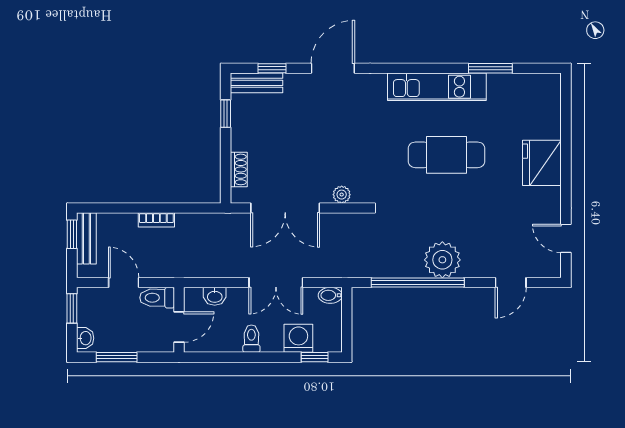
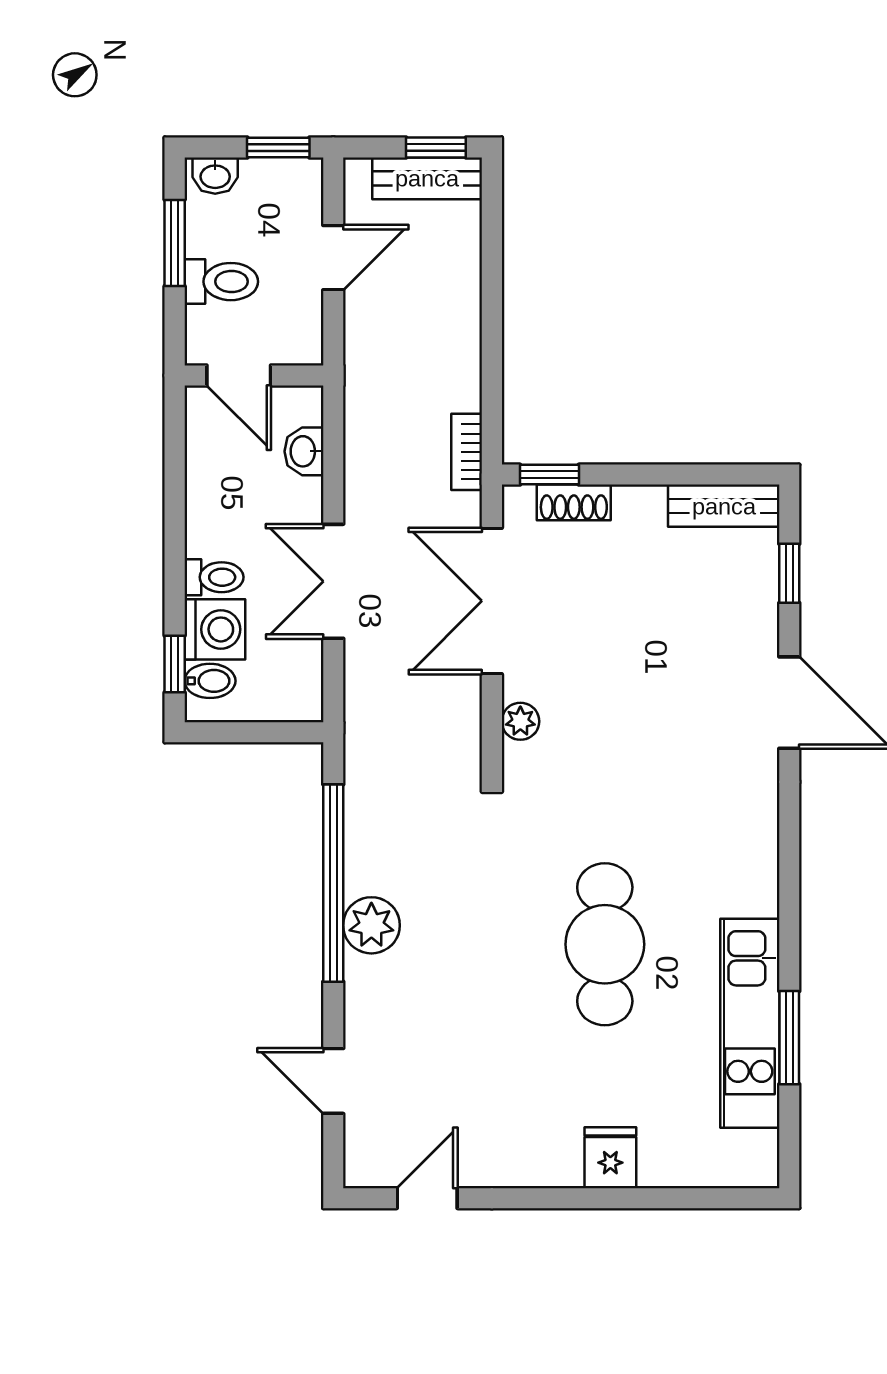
bench: (256, 83) -> (724, 506), moved, turned 90
kitchen unit: (437, 87) -> (750, 1023), moved
window: (226, 114) -> (549, 475), moved
fridge: (542, 163) -> (610, 1158), width x0.53, depth x0.75
bookcase: (156, 220) -> (467, 452), moved
plant: (442, 260) -> (371, 925), width x0.73, depth x0.73
bidet: (330, 295) -> (210, 681), moved, turned 90
toilet: (157, 298) -> (221, 282), moved, turned 90
toilet: (251, 339) -> (214, 577), moved

